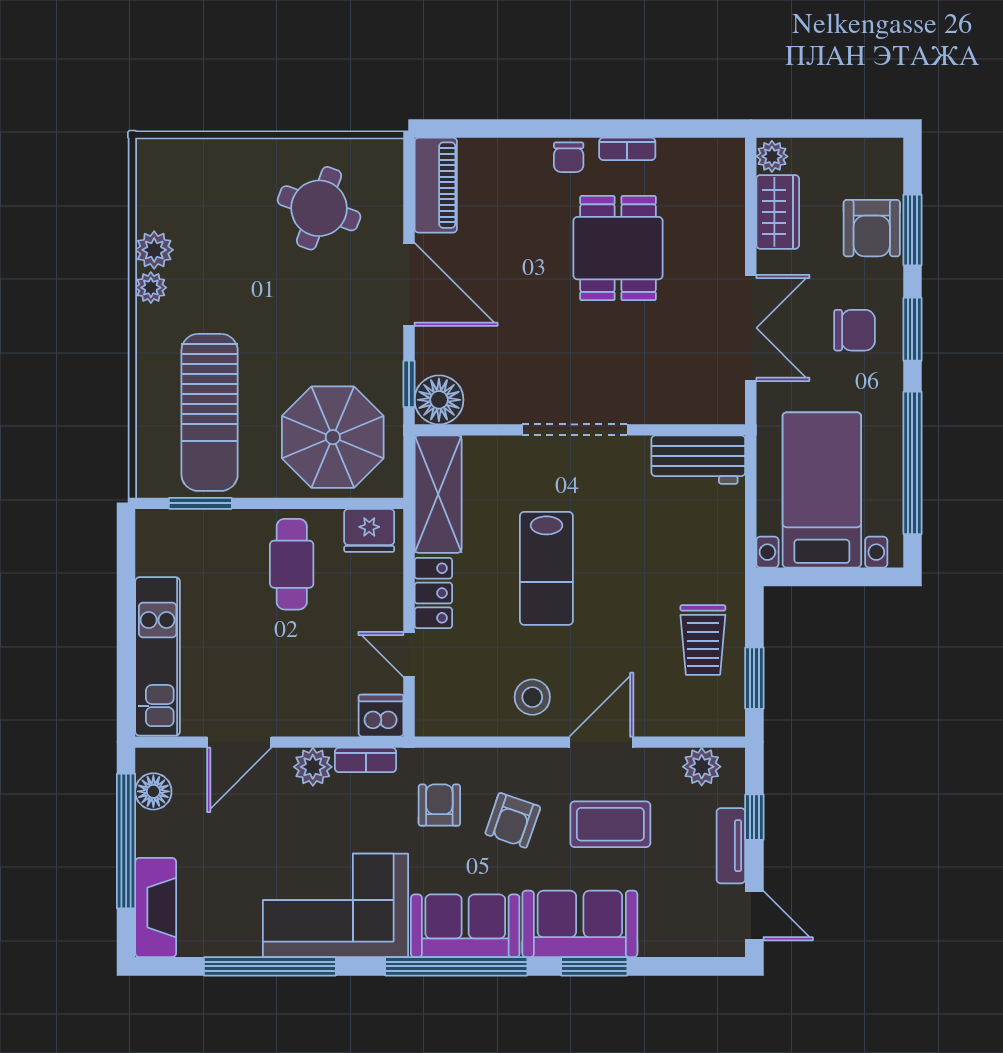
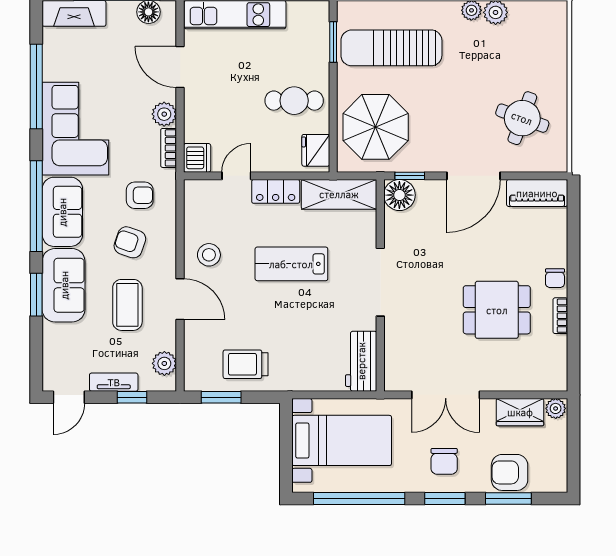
chair: (569, 157) -> (555, 278), turned -90

